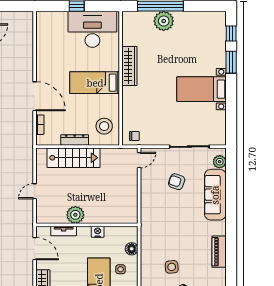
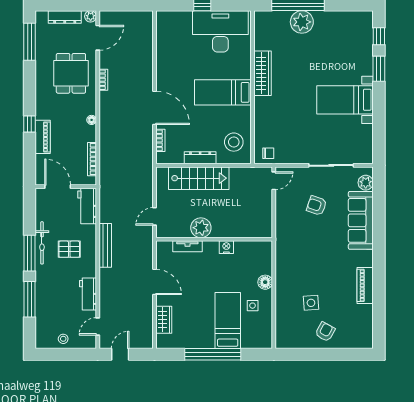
plant: (75, 215) -> (201, 228), moved
wall: (87, 225) -> (214, 239), moved
tv unit: (64, 231) -> (187, 246), moved
nightstand: (98, 232) -> (226, 247), moved

